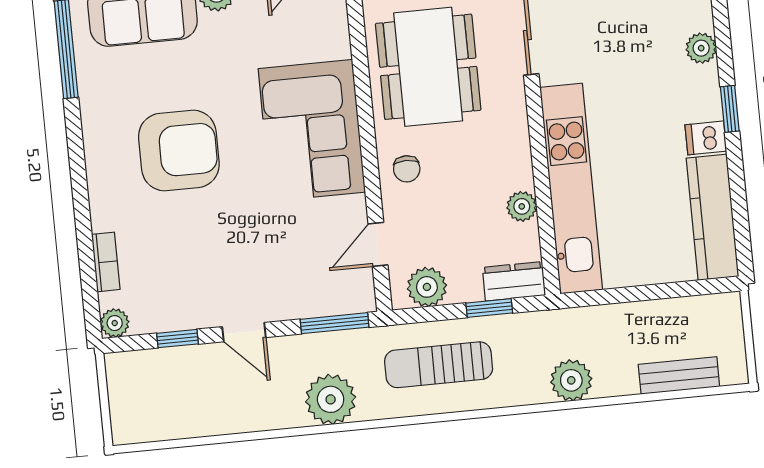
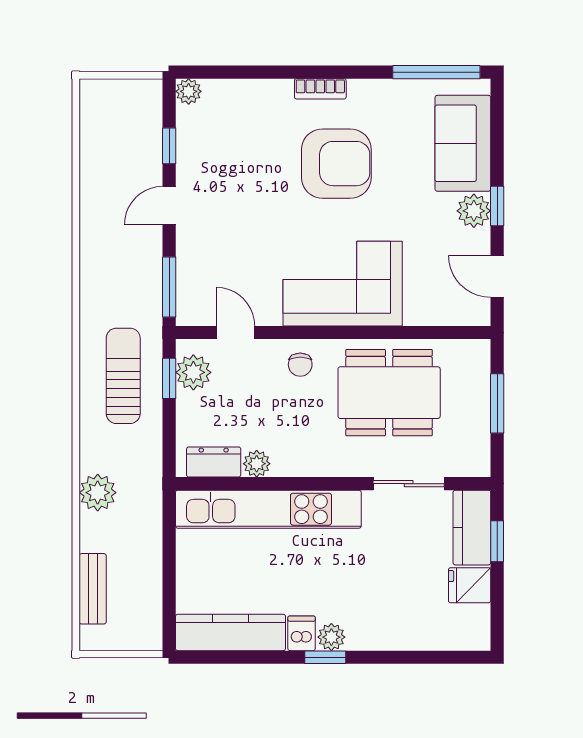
plant: (701, 48) -> (331, 637), moved
armchair: (179, 150) -> (336, 164), turned -90
chair: (407, 169) -> (300, 365), turned -90
bookcase: (106, 262) -> (320, 89), moved
dresser: (514, 281) -> (214, 462), moved, turned -90
window: (489, 308) -> (169, 378), moved
plant: (331, 399) -> (102, 277), removed

